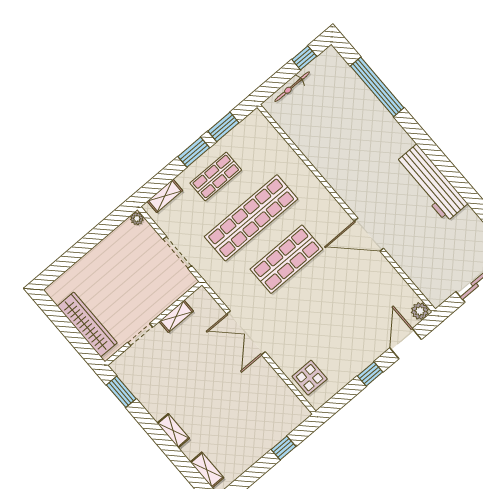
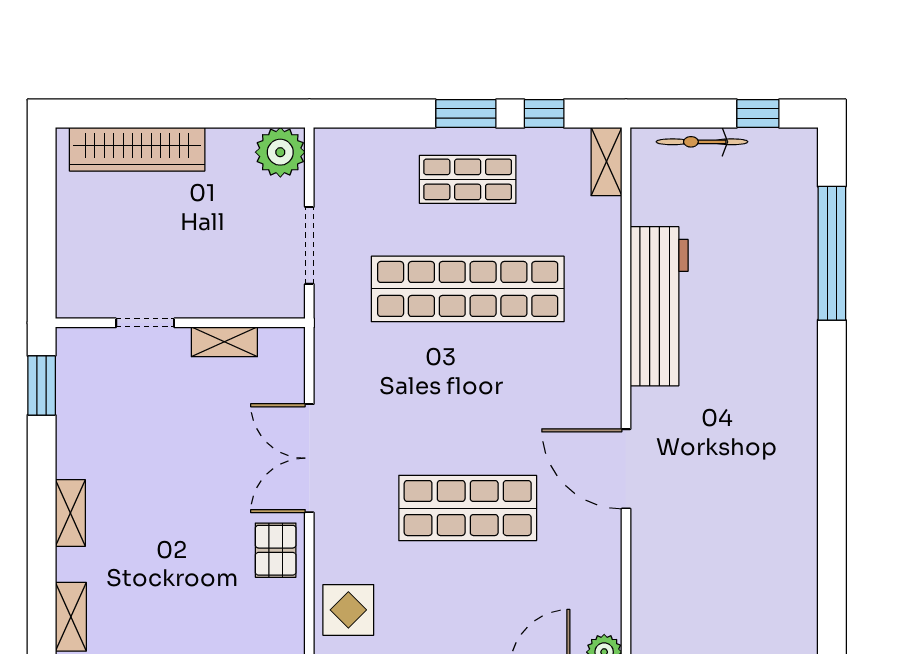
window: (223, 127) -> (544, 113), width x0.67
workbench: (431, 183) -> (659, 306), moved, turned 180
shelving: (165, 196) -> (606, 161), moved, turned 90
plant: (137, 219) -> (280, 152), width x1.87, depth x1.87
shop shelf: (286, 259) -> (468, 508), moved
wardrobe: (87, 325) -> (137, 149), moved, turned 90
pallet: (263, 379) -> (276, 550), added

